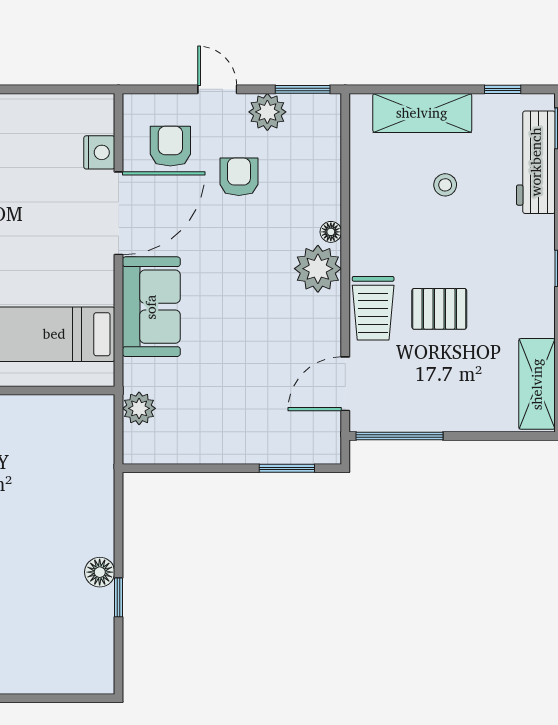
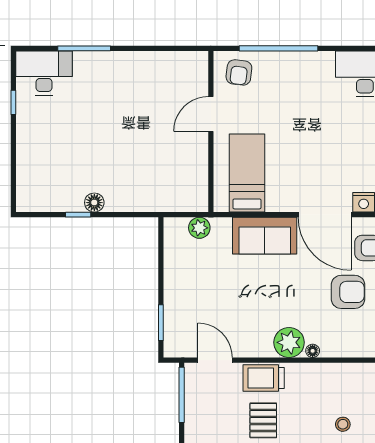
armchair: (239, 177) -> (348, 292), width x1.38, depth x1.38

